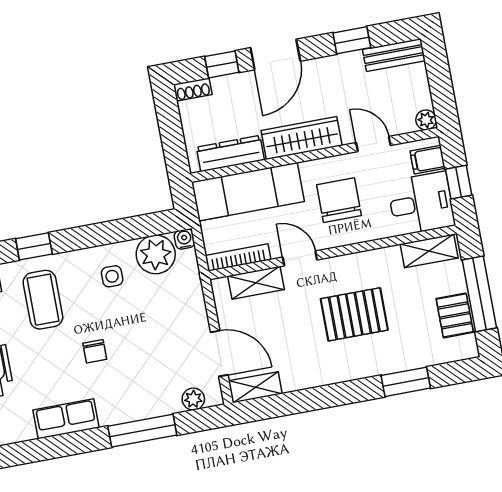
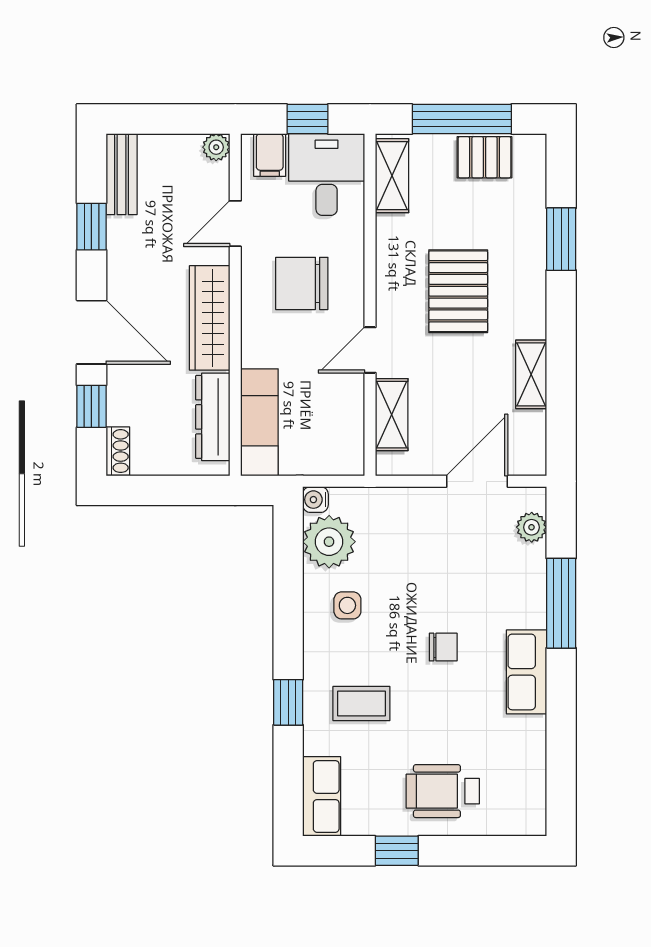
exam couch: (248, 192) -> (259, 422), width x0.73, depth x0.69
bookcase: (238, 257) -> (353, 432), removed
coffee table: (43, 300) -> (361, 704), width x0.73, depth x0.77
shelving: (255, 387) -> (531, 374), moved
row of seats: (66, 419) -> (526, 672), moved

